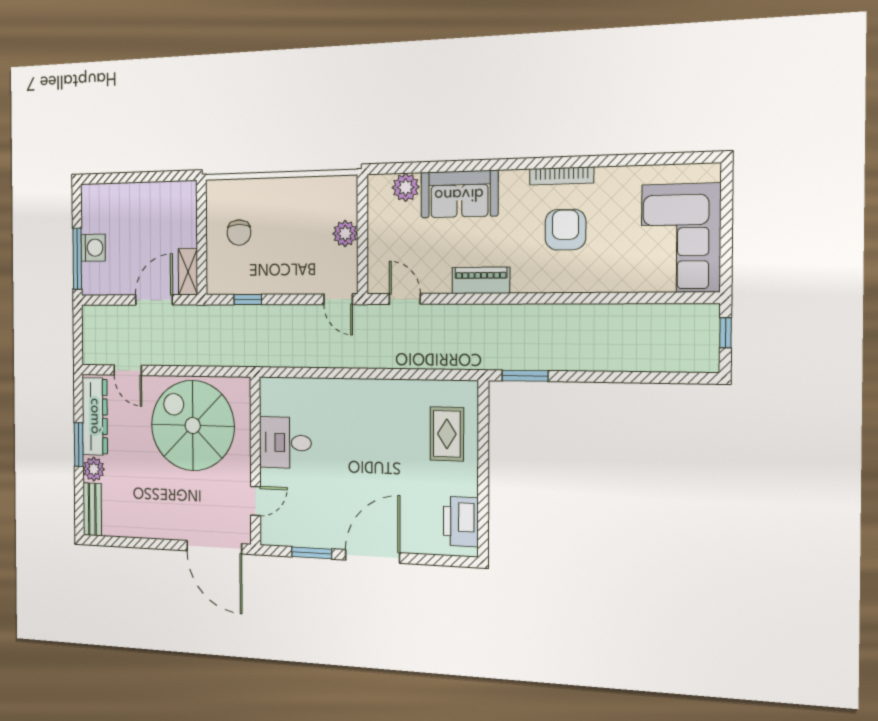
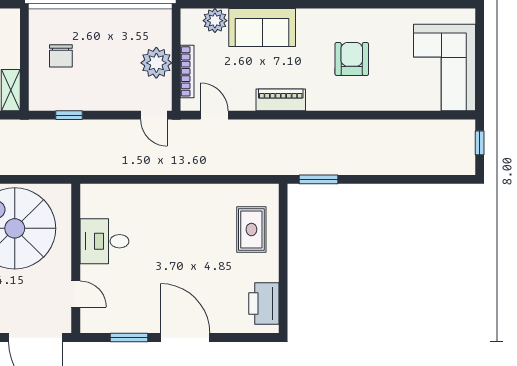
bookcase: (562, 176) -> (187, 71), moved, turned -90
plant: (345, 233) -> (156, 63), width x1.36, depth x1.36
door: (256, 501) -> (76, 294), hinge flipped
door: (373, 556) -> (185, 338), hinge flipped

